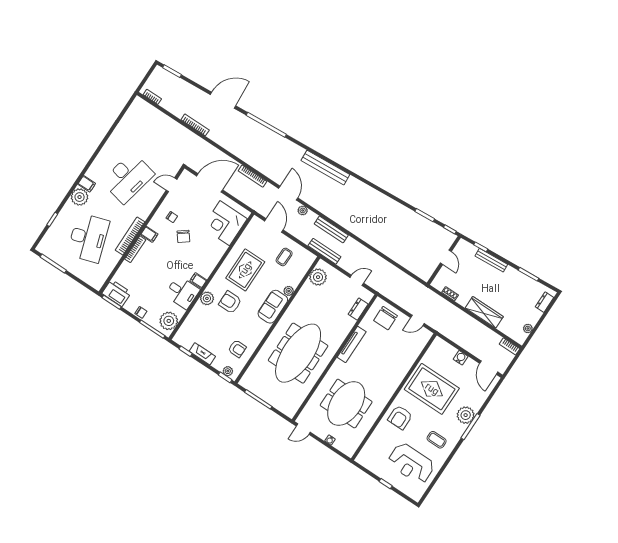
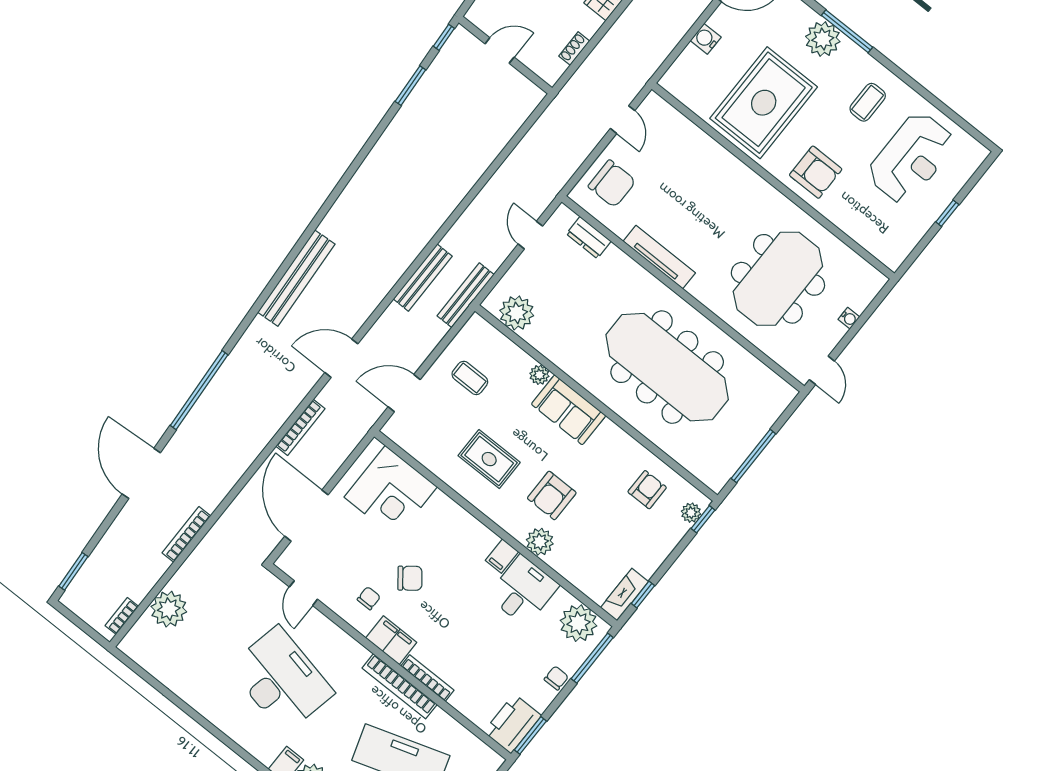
plant: (303, 210) -> (169, 609), moved, width x1.87, depth x1.87
filing cabinet: (149, 234) -> (391, 640), width x2.00
rug: (245, 270) -> (489, 459), width x0.73, depth x0.70
fireplace: (202, 354) -> (624, 595), moved
meeting table: (346, 404) -> (778, 279), turned 90

